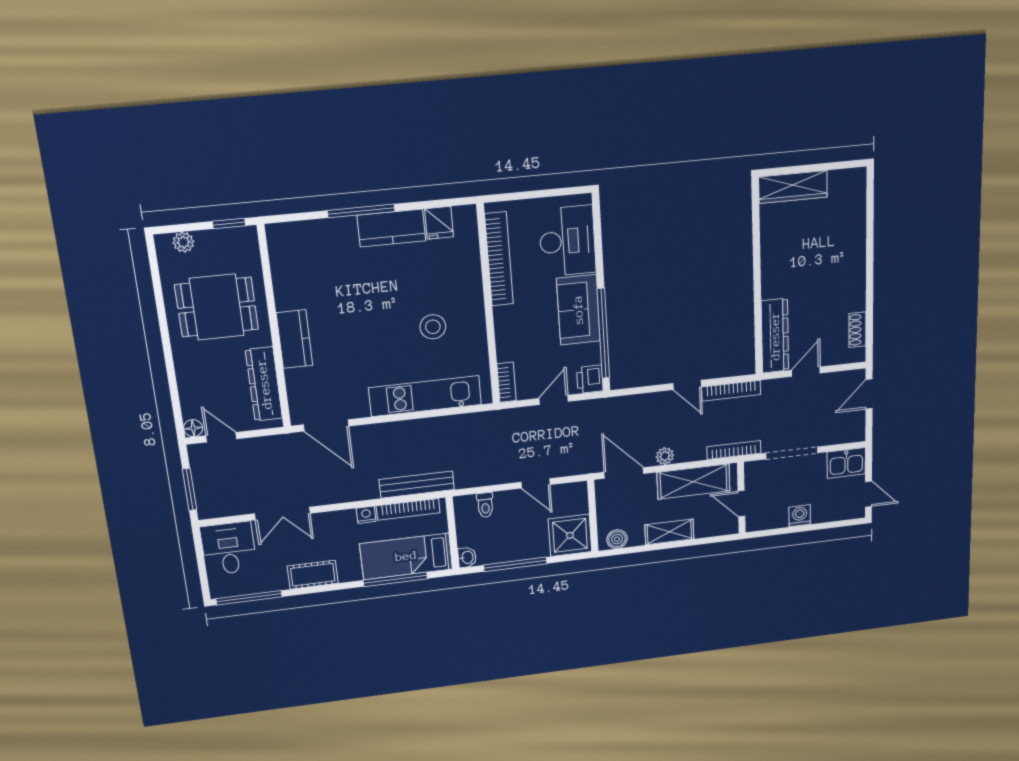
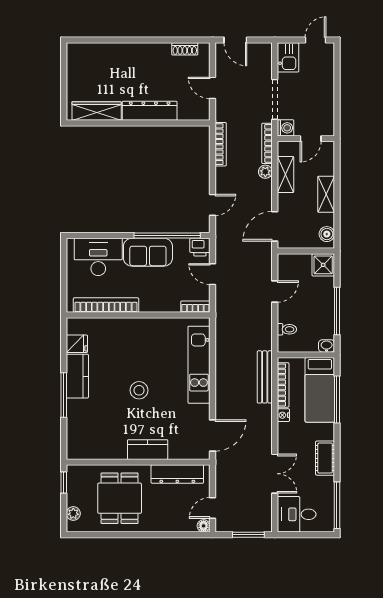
wardrobe: (793, 187) -> (97, 111), moved, turned -90
stool: (433, 327) -> (139, 390), moved
dresser: (775, 336) -> (150, 111), moved
door: (687, 385) -> (212, 205), moved
plant: (665, 456) -> (265, 172), moved
shelving: (694, 482) -> (285, 174), width x0.67, depth x0.75
washing machine: (800, 516) -> (285, 128), moved, turned 180
shower: (570, 535) -> (323, 265), width x0.73, depth x0.73

